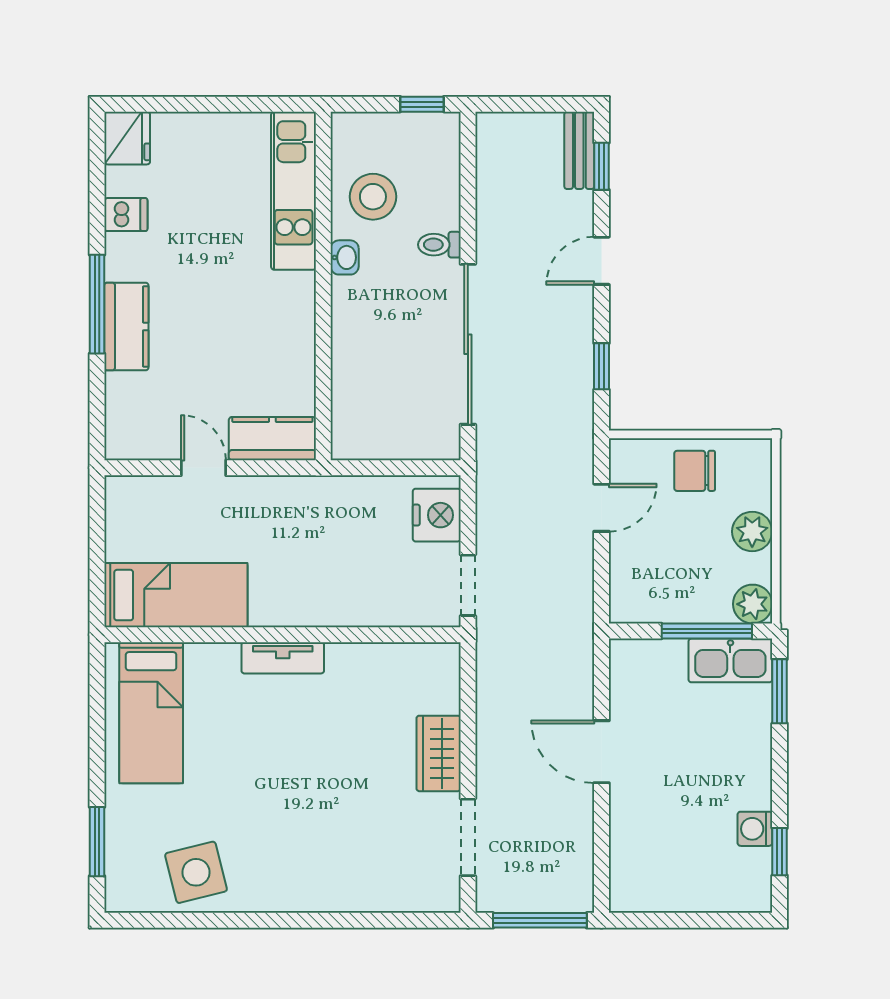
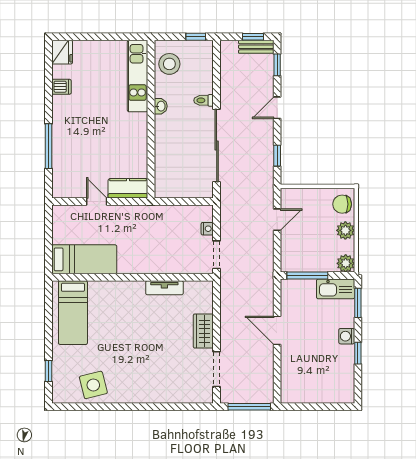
window: (548, 104) -> (253, 37), added
bench: (579, 150) -> (256, 47), moved, turned 90
stool: (373, 197) -> (169, 64), moved
window: (97, 304) -> (48, 146), moved
kitchen counter: (126, 326) -> (62, 138), removed
chair: (695, 471) -> (342, 204), moved
nightstand: (437, 515) -> (207, 229), width x0.53, depth x0.56
window: (707, 631) -> (307, 276), moved
tv unit: (283, 658) -> (164, 288), moved
washing machine: (755, 829) -> (347, 336), moved
window: (97, 842) -> (48, 371), width x0.67
window: (780, 852) -> (358, 353), moved

